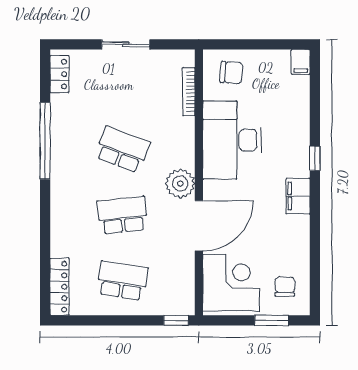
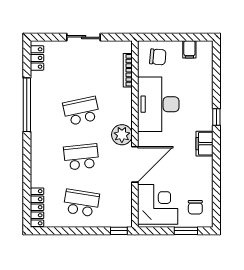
filing cabinet: (301, 62) -> (189, 49), moved
school desk: (122, 150) -> (81, 111), turned -33
chair: (285, 287) -> (195, 207), turned 180

